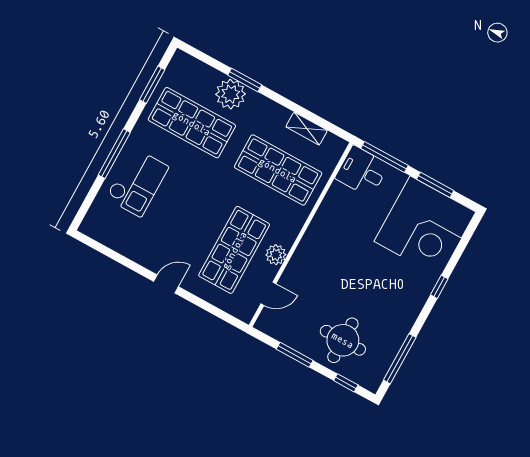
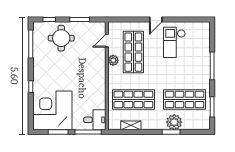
checkout: (137, 182) -> (174, 42), moved

